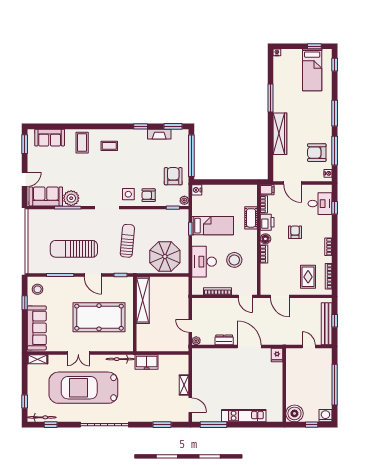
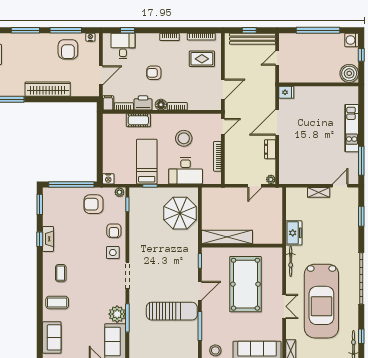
fireplace: (159, 134) -> (48, 239), moved
sun lounger: (127, 241) -> (163, 254), removed
sun lounger: (74, 249) -> (172, 311), turned -90

